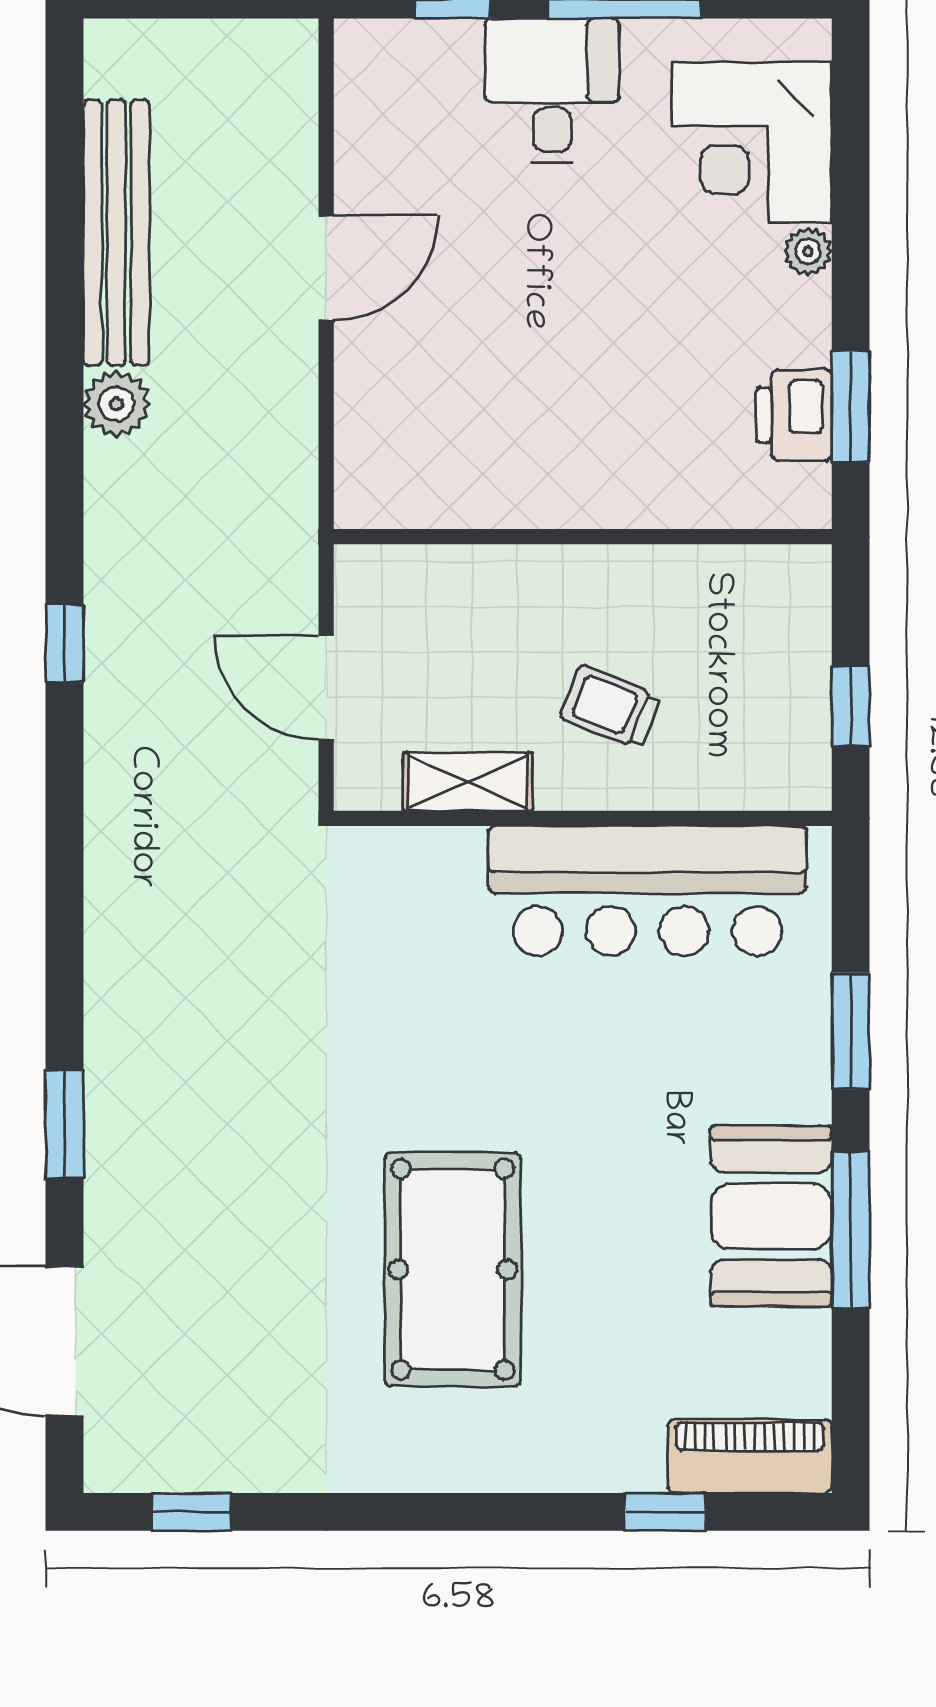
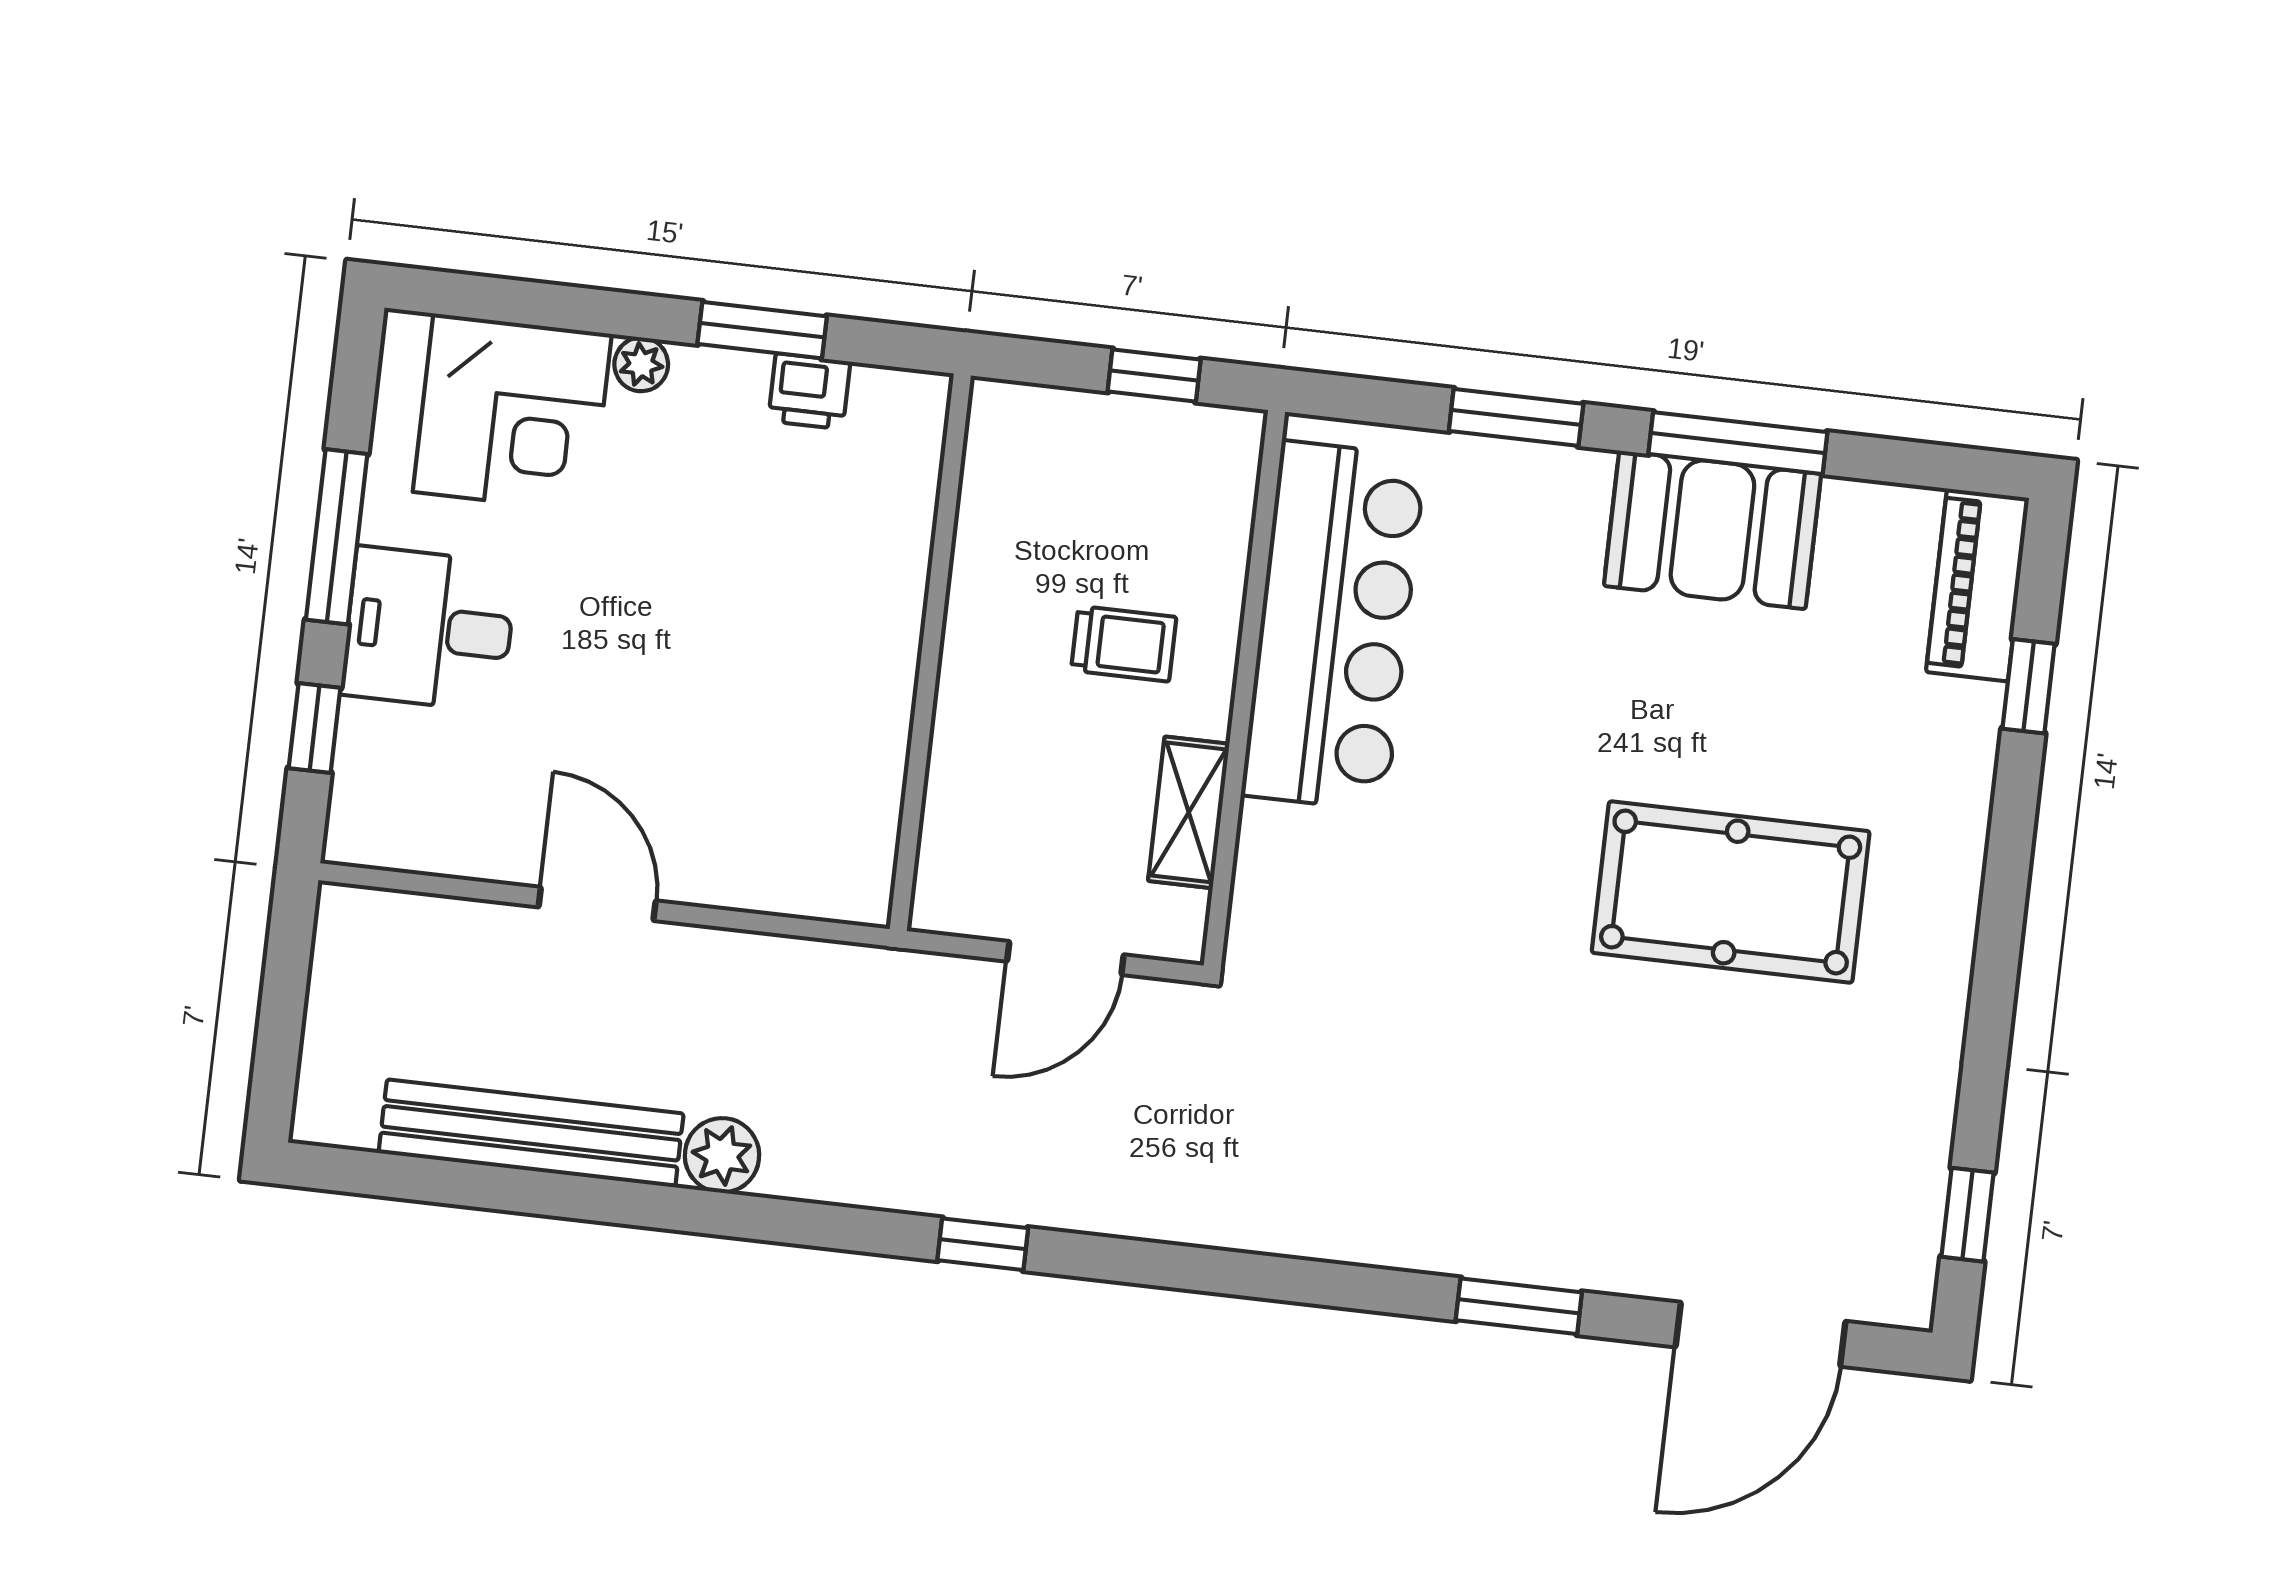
window: (851, 407) -> (762, 330), moved
printer: (794, 415) -> (809, 391), width x0.73, depth x0.81
trolley: (610, 707) -> (1124, 644), turned -112

